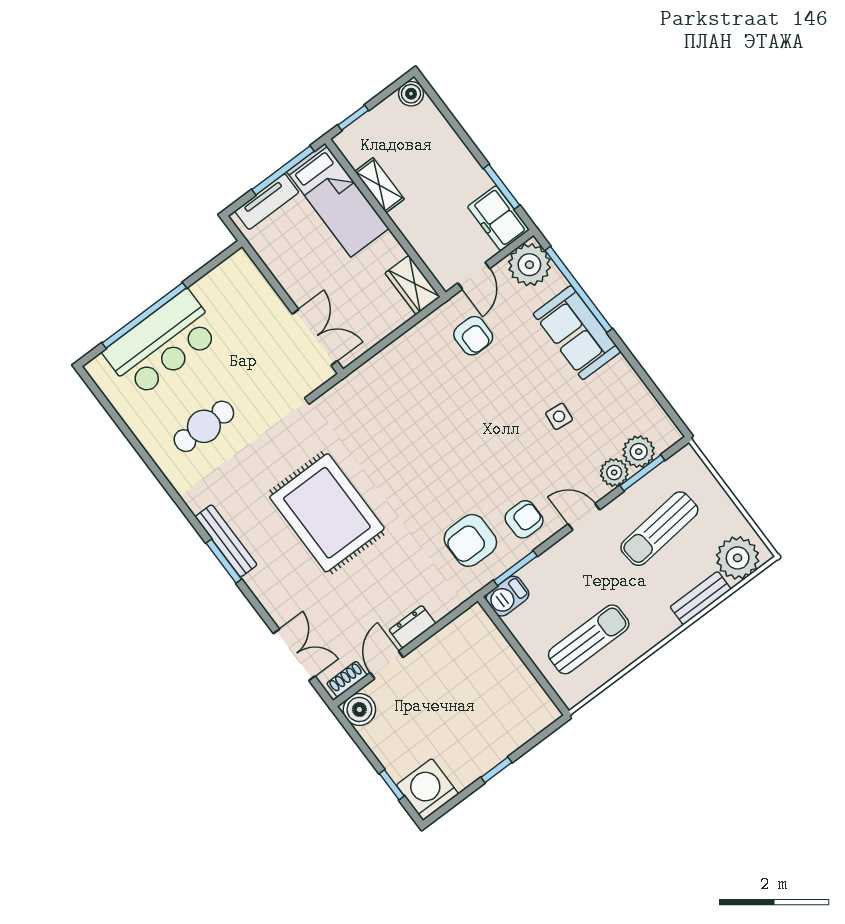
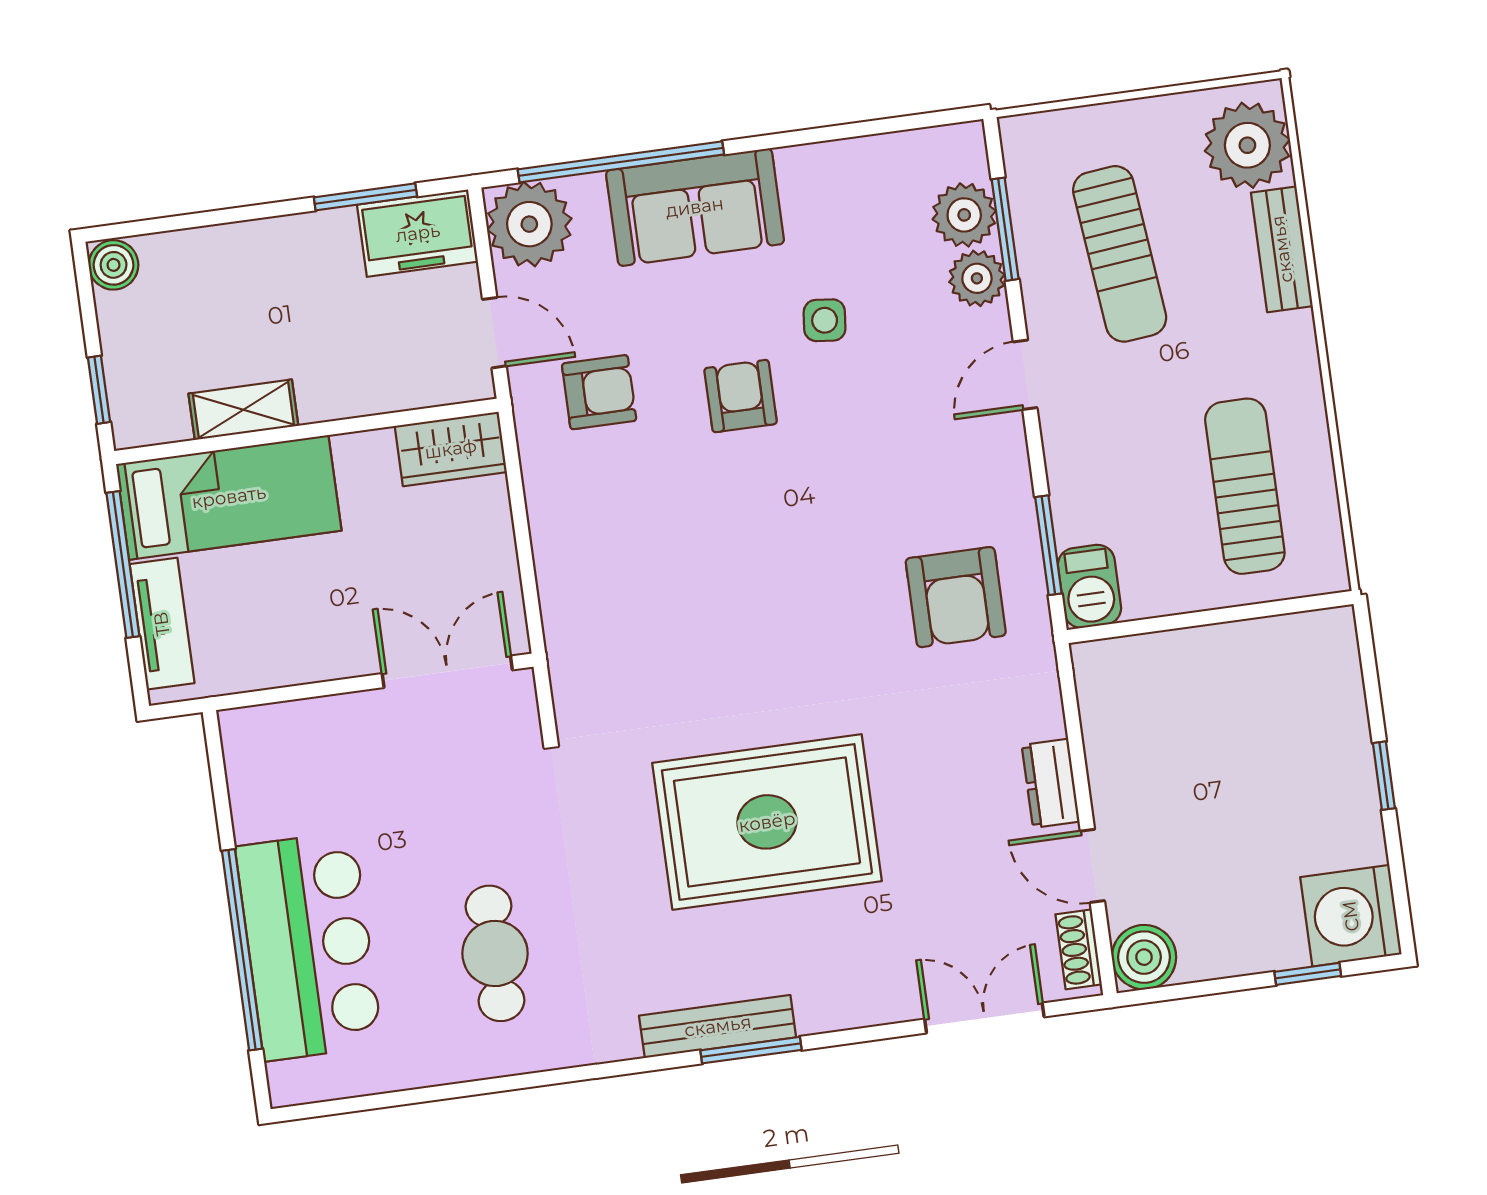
armchair: (524, 519) -> (741, 396), moved

